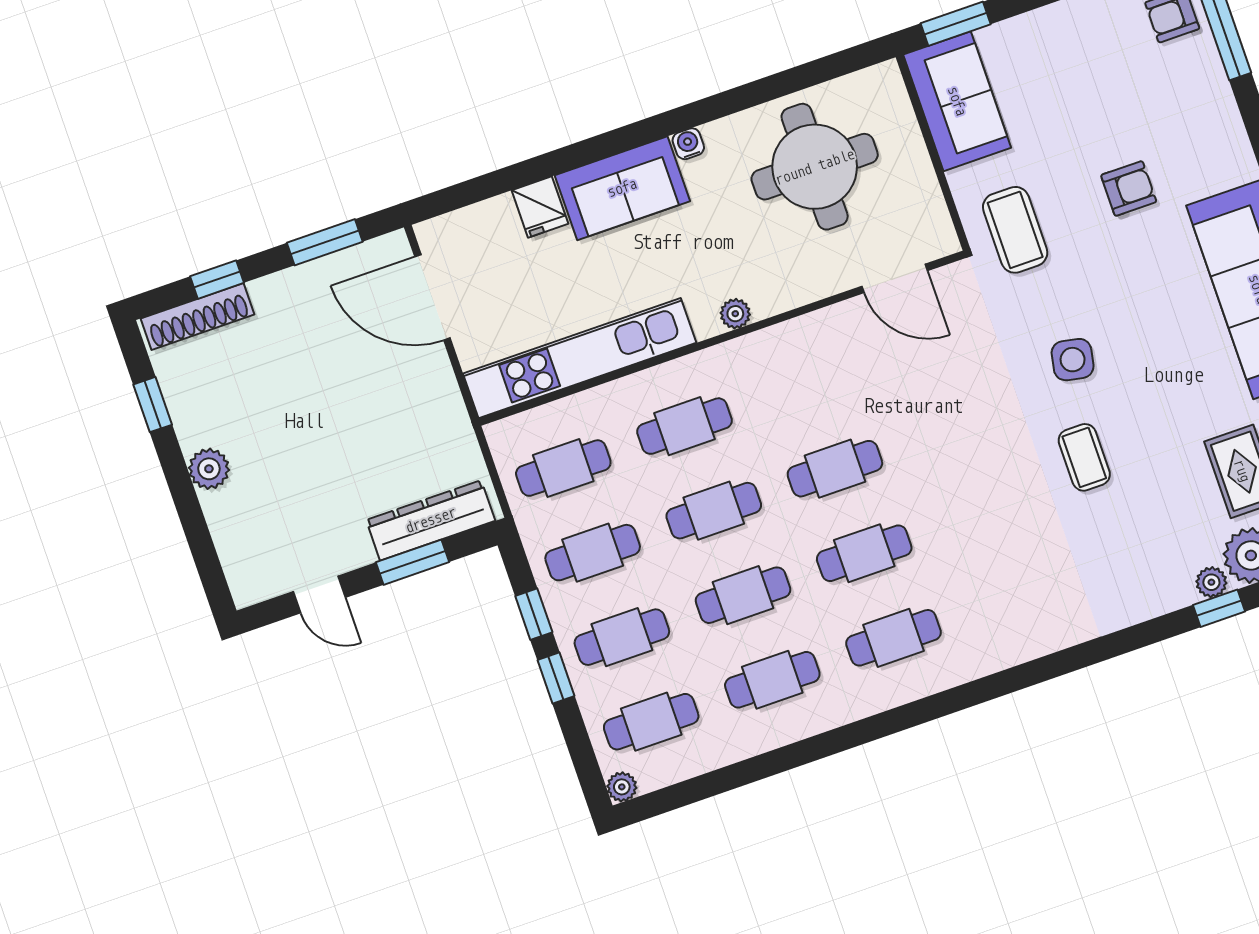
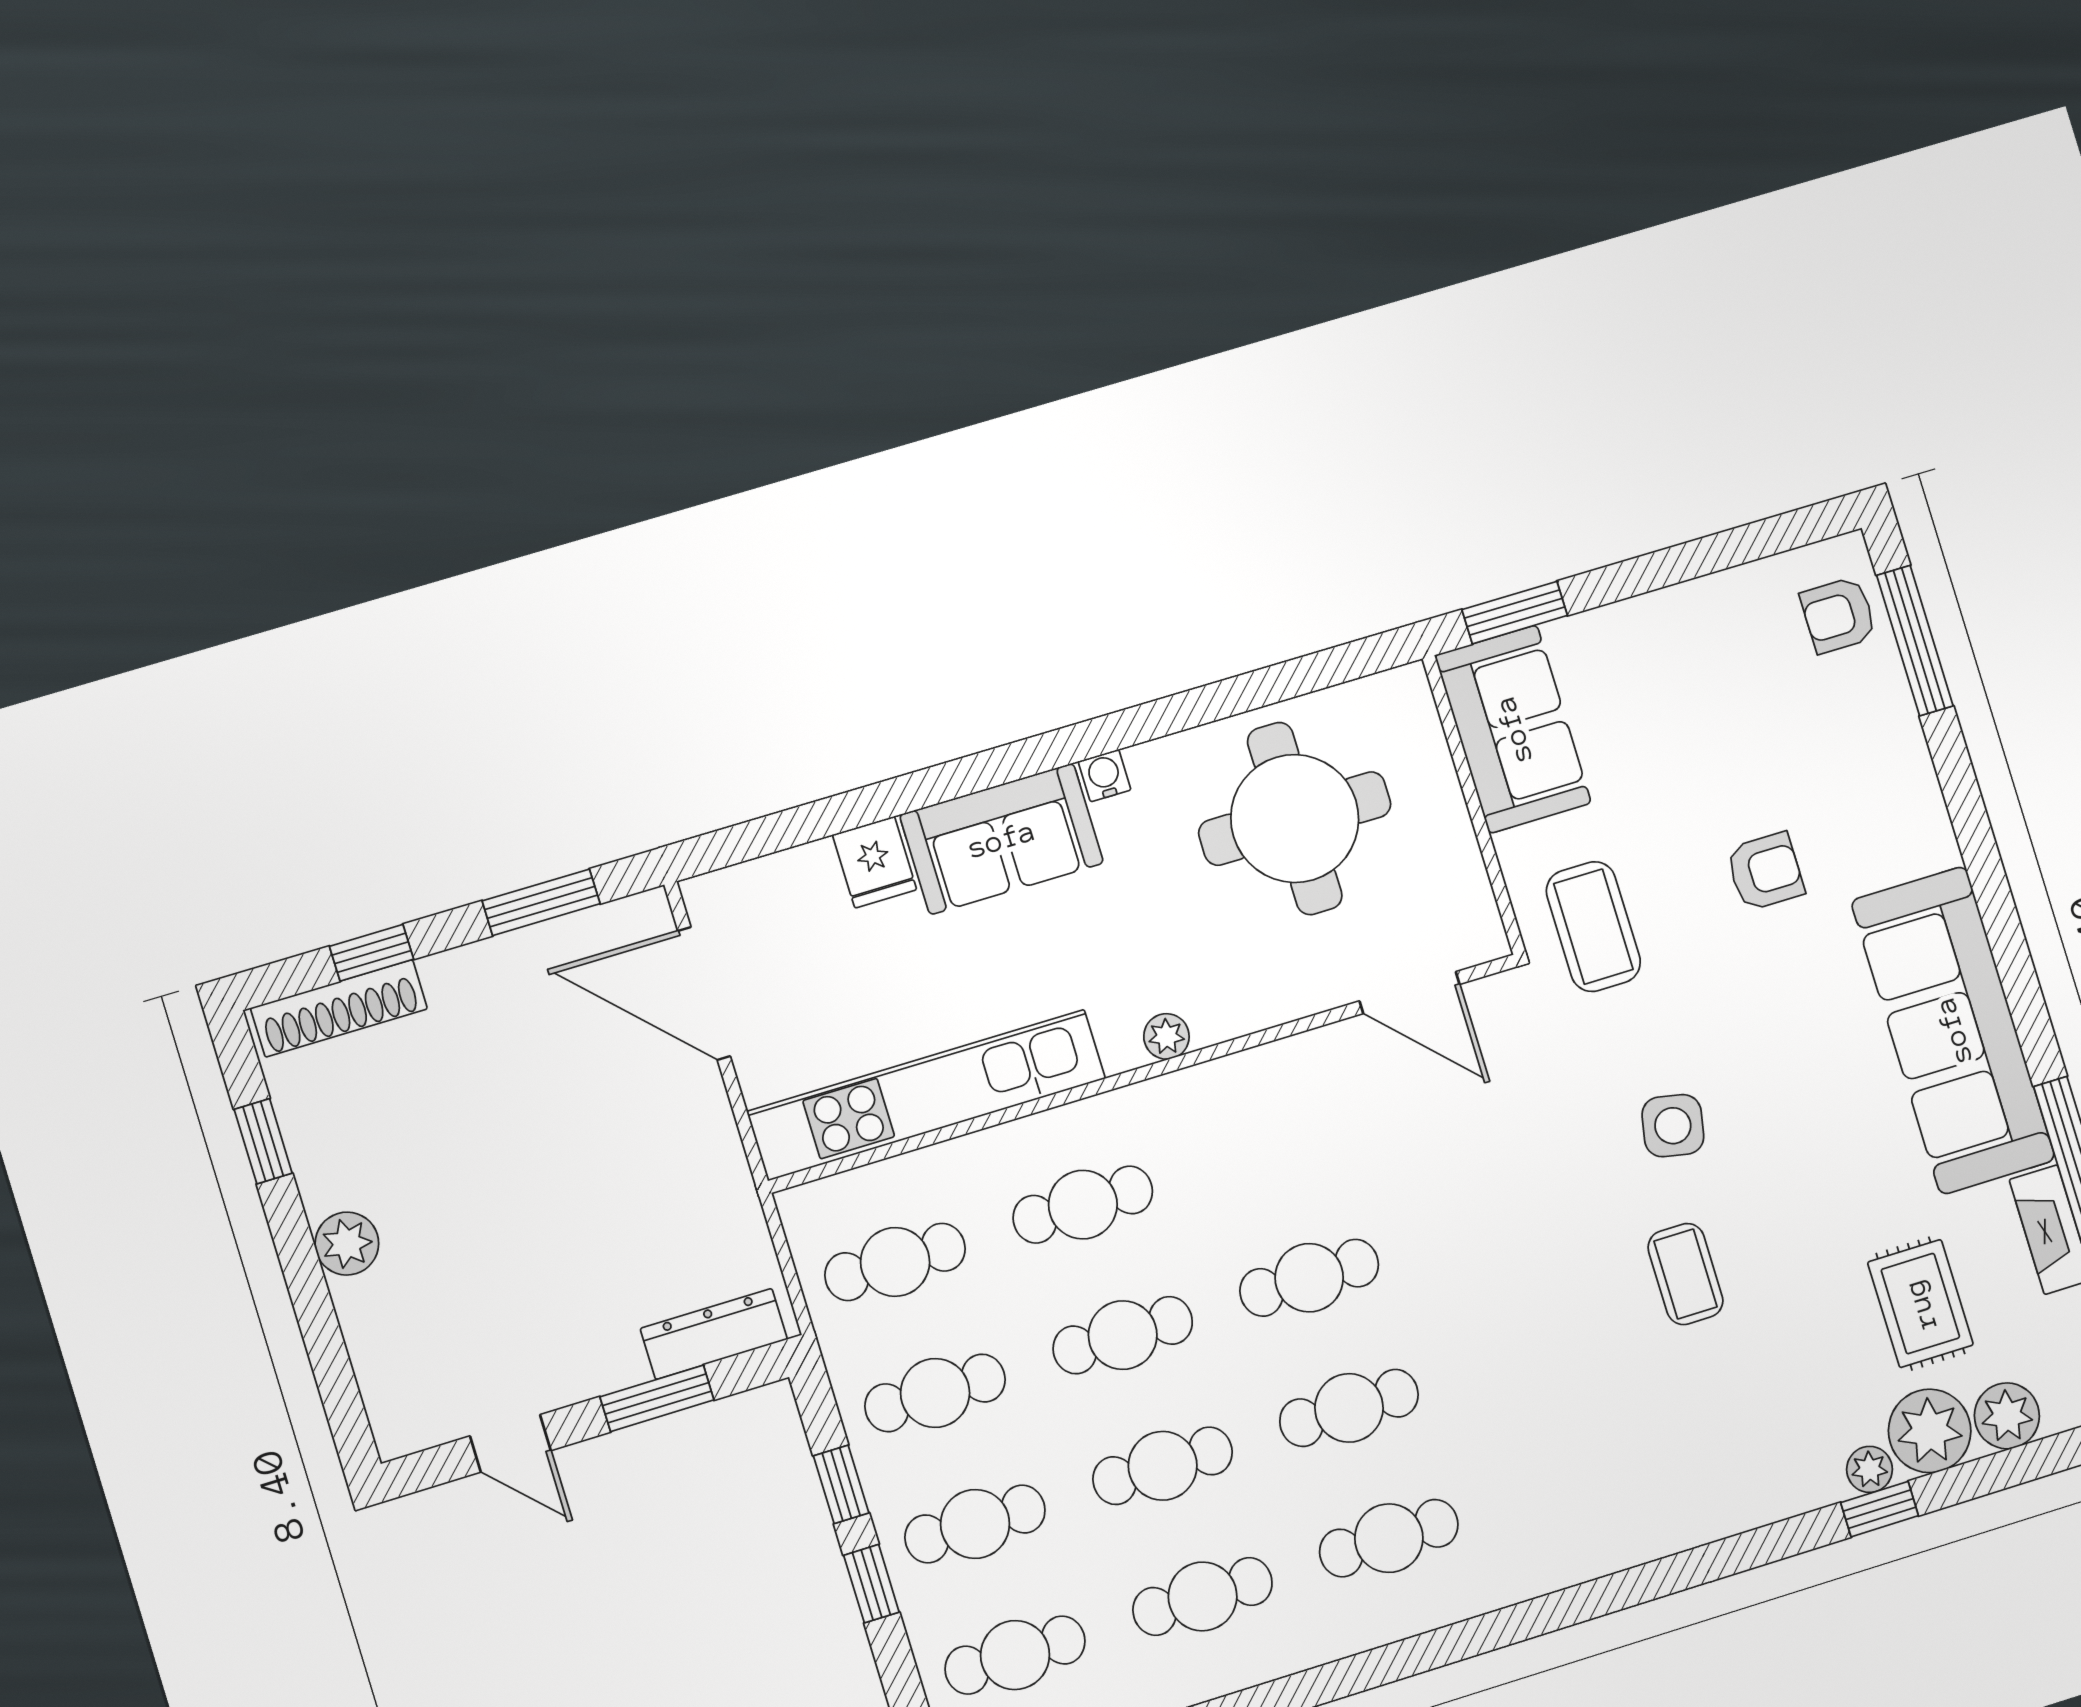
dresser: (431, 520) -> (714, 1334), width x0.73, depth x0.80

